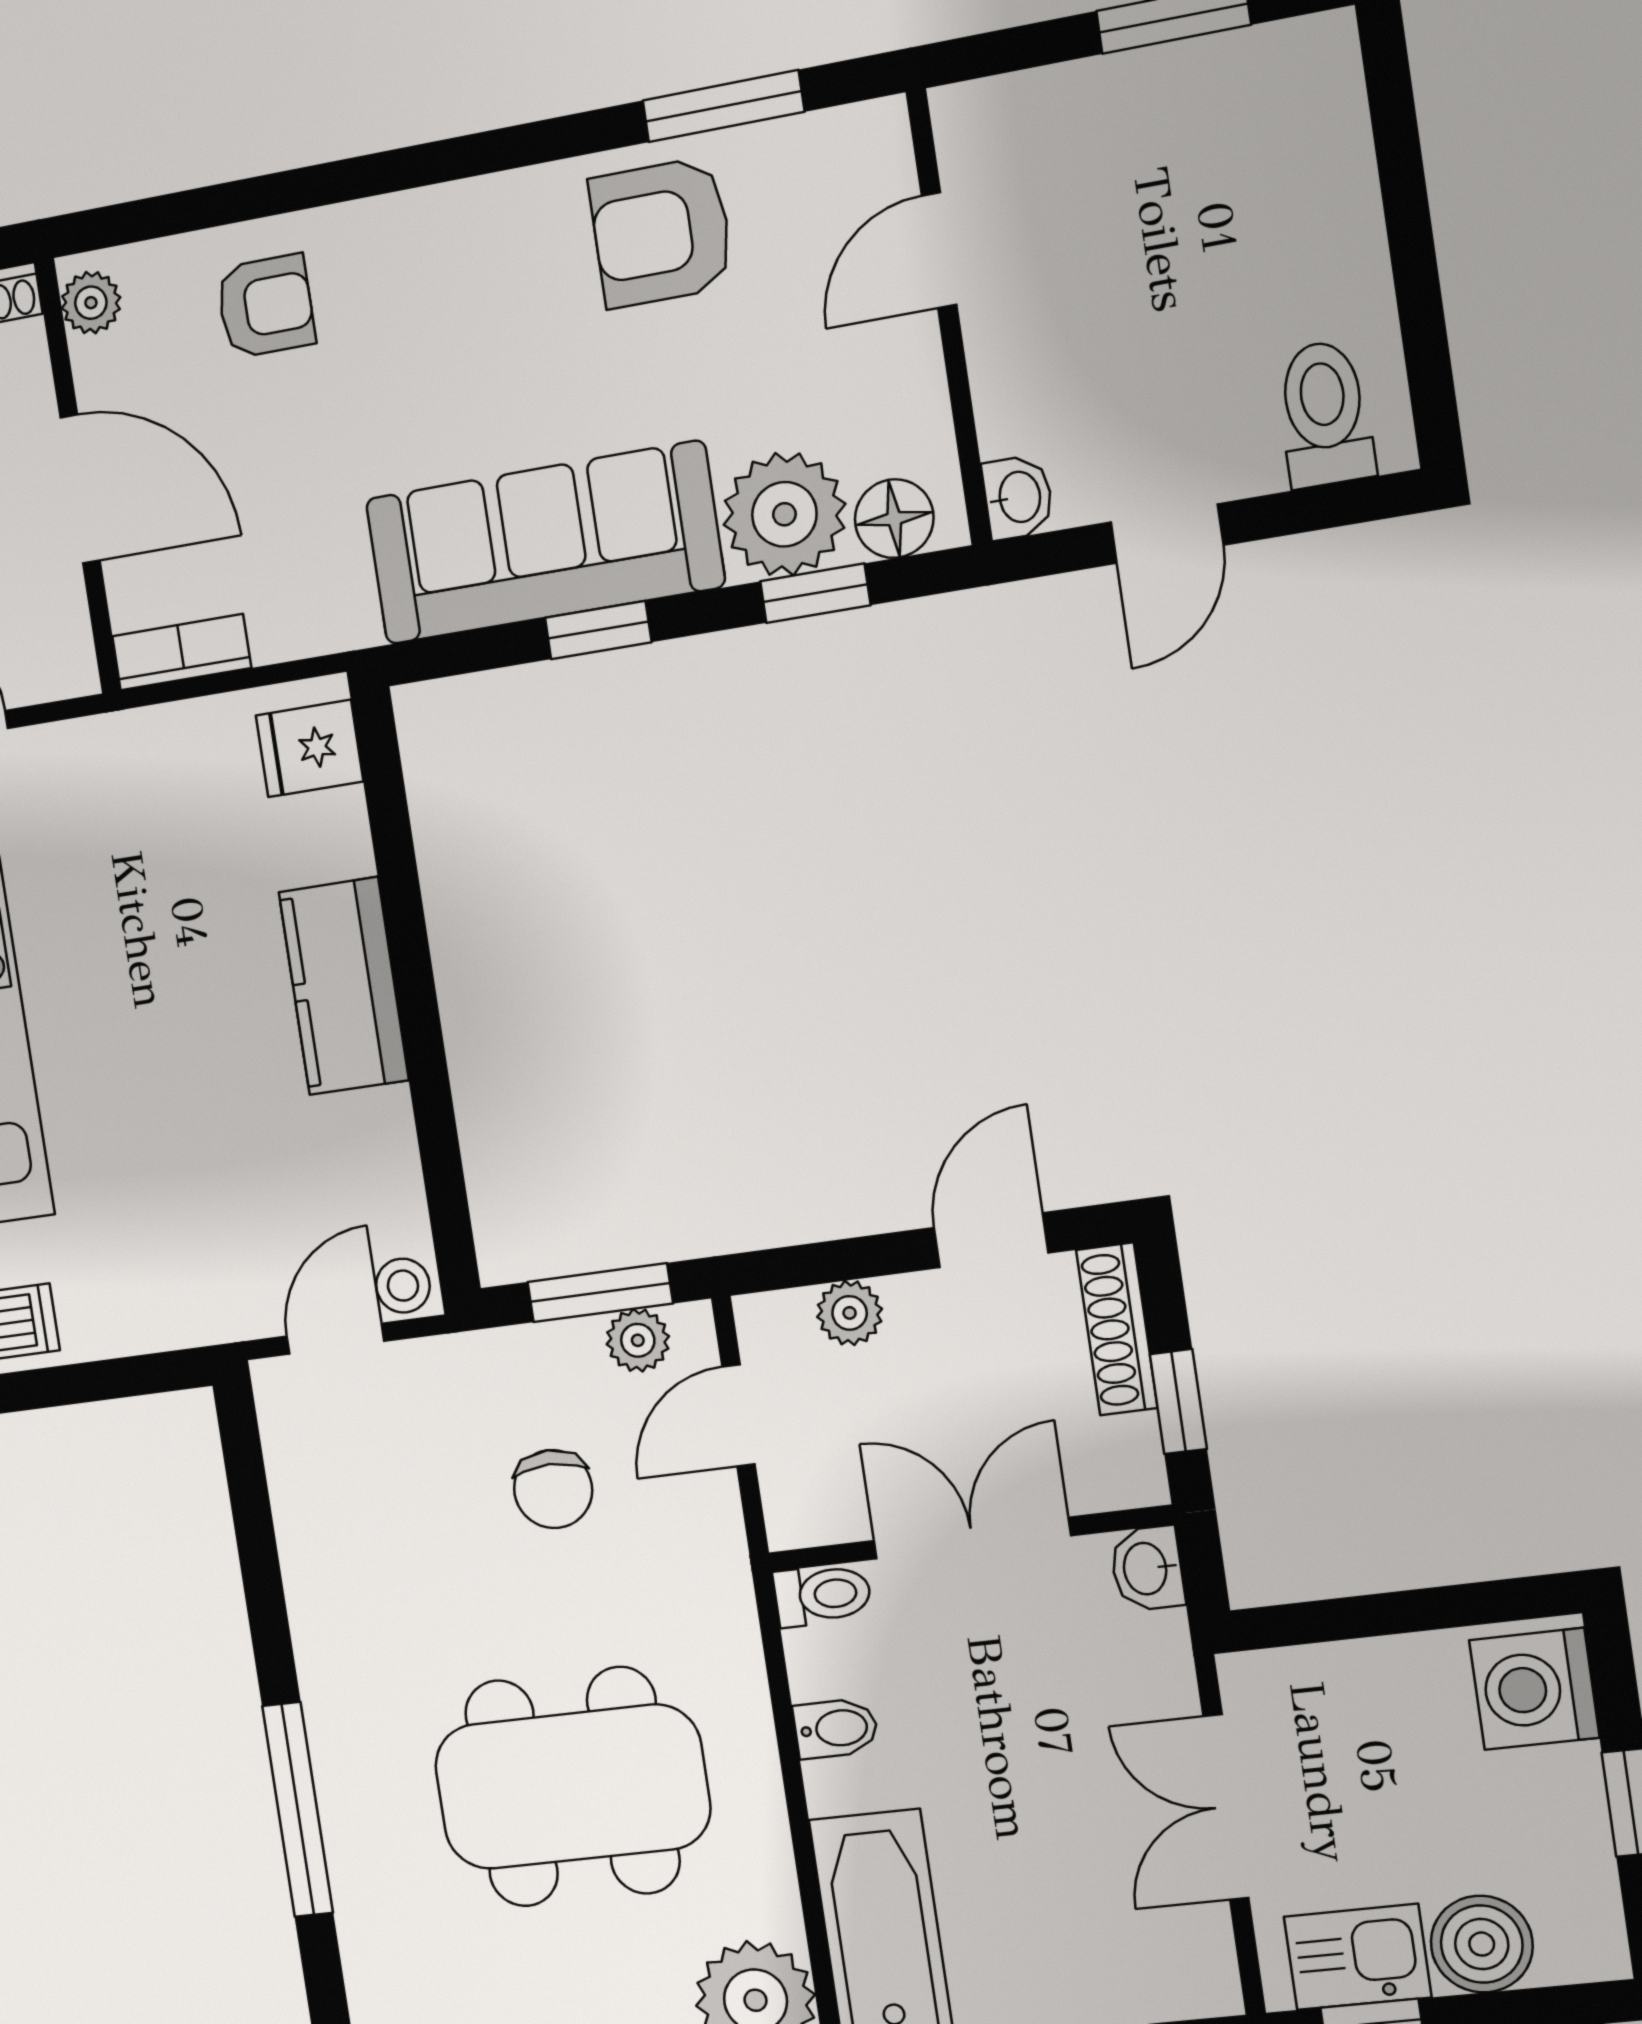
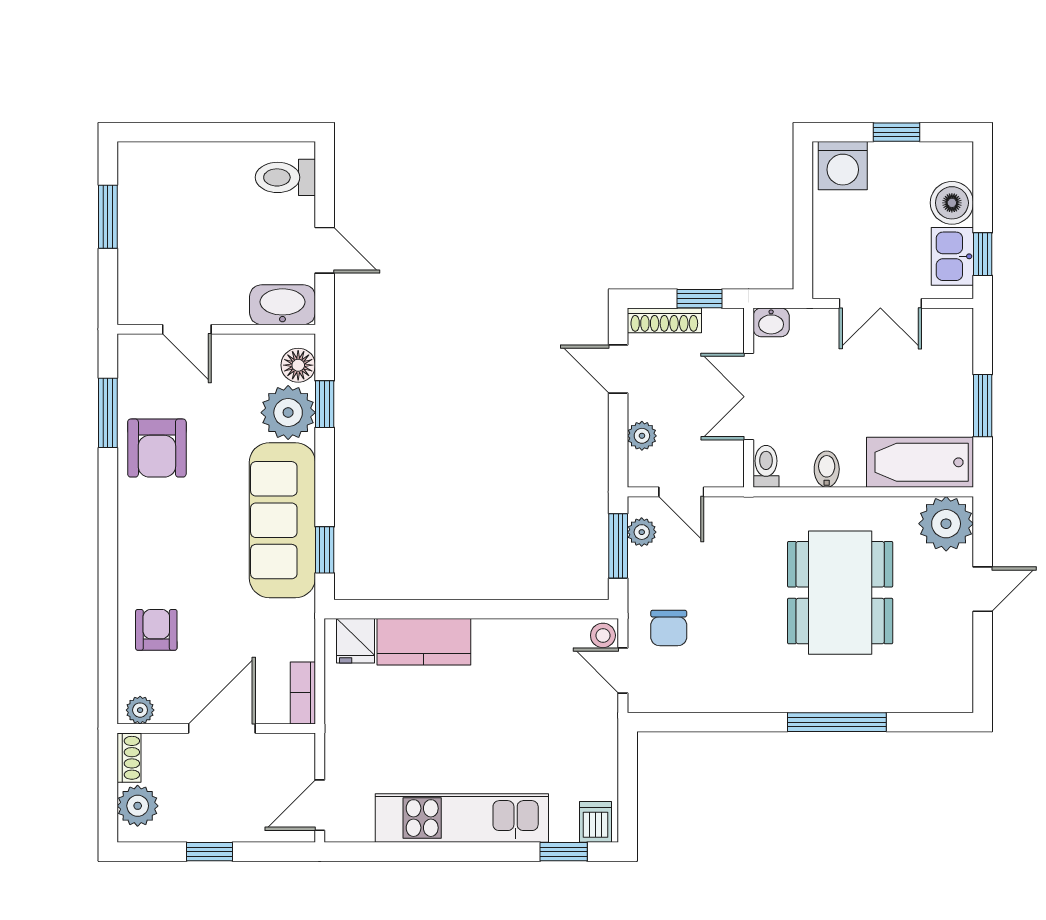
washbasin: (1018, 497) -> (282, 305), width x1.91, depth x1.45
window: (598, 630) -> (325, 550), moved
kitchen counter: (344, 986) -> (424, 642), moved
chair: (553, 1489) -> (669, 628), moved, turned 90

